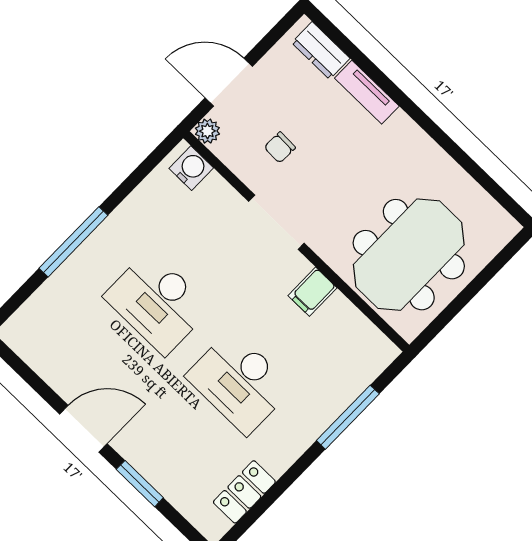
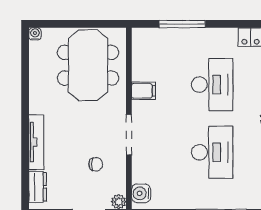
tv unit: (367, 92) -> (36, 142), width x1.41
water cooler: (509, 227) -> (35, 34), added
meeting table: (409, 255) -> (88, 65), turned 90

